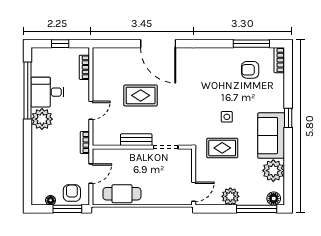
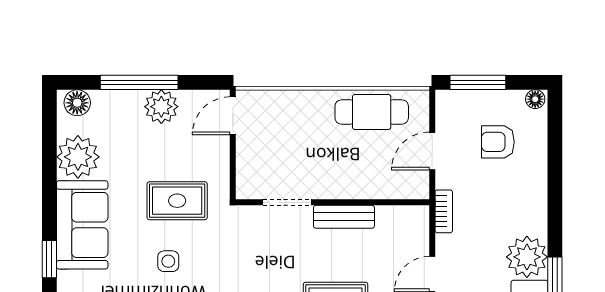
armchair: (72, 193) -> (498, 142), moved, turned 90
floor lamp: (51, 200) -> (535, 99), moved
window: (257, 209) -> (139, 82), moved

